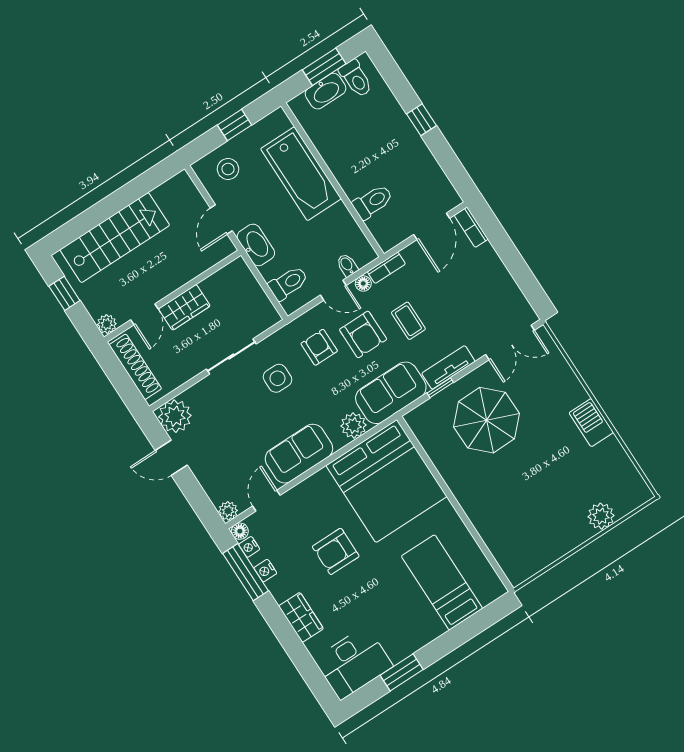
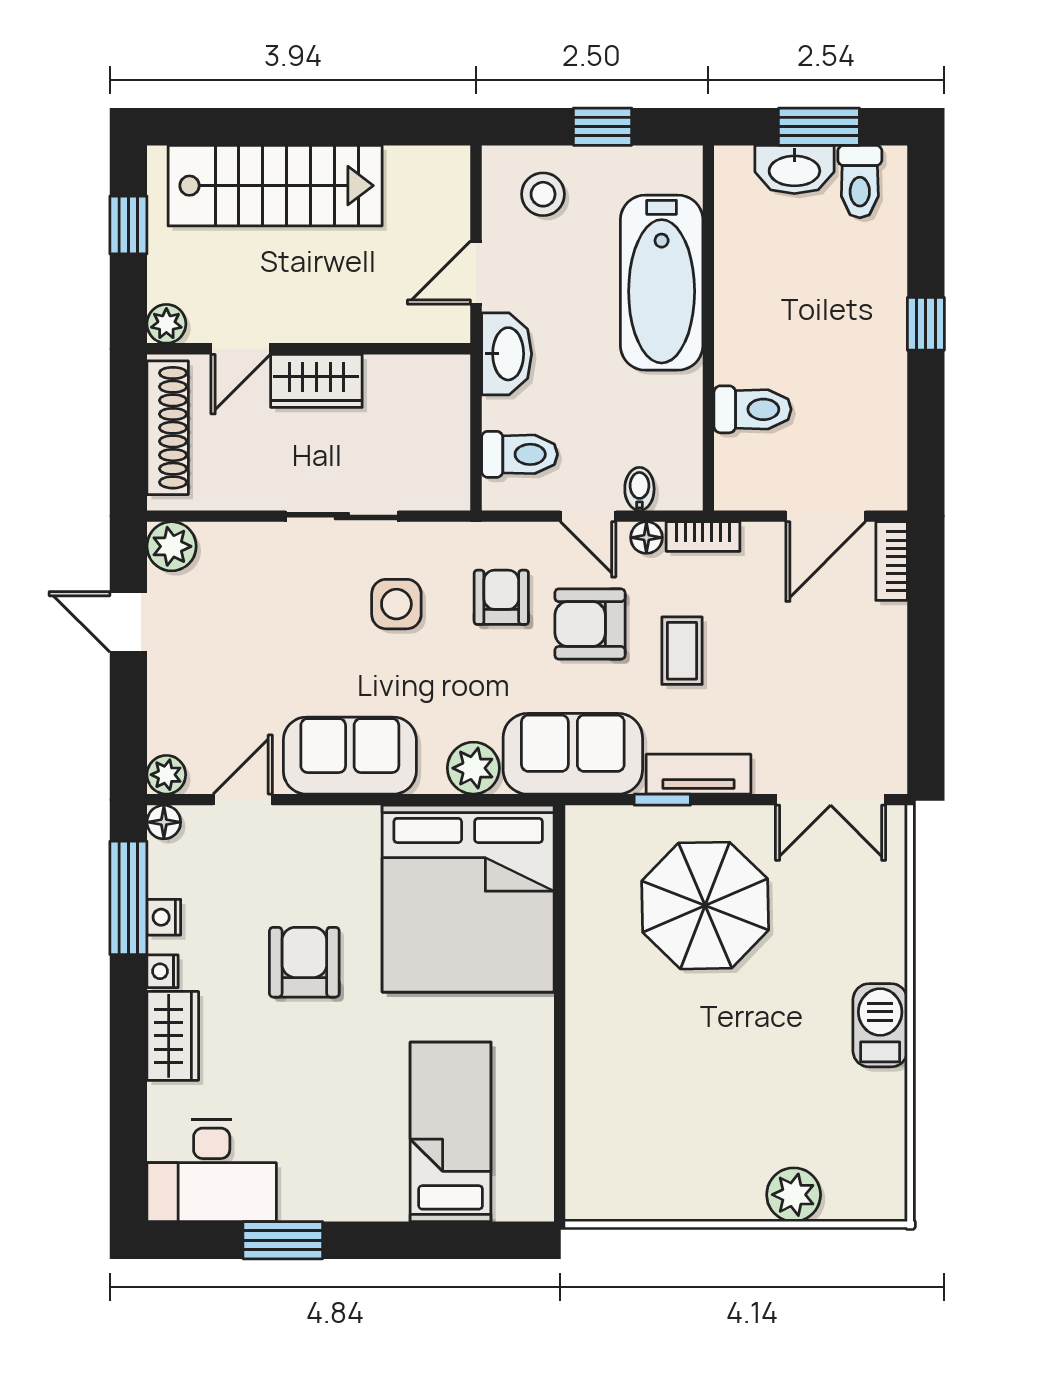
armchair: (363, 334) -> (590, 624), turned 90
plant: (175, 416) -> (172, 546), width x0.73, depth x0.73
nightstand: (249, 547) -> (162, 971), moved
armchair: (336, 551) -> (304, 962), turned 90

